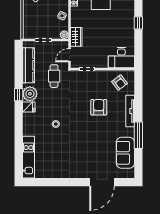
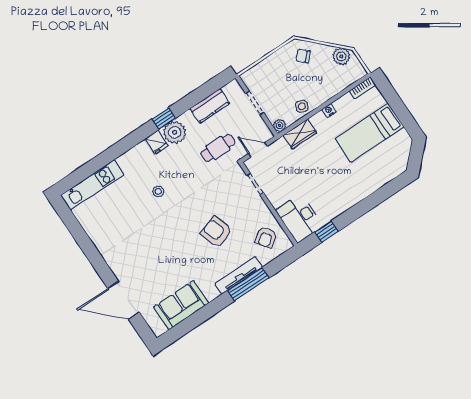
window: (138, 23) -> (327, 232), moved
wardrobe: (76, 37) -> (300, 134), moved
kitchen counter: (28, 65) -> (210, 106), width x0.67
armchair: (99, 107) -> (216, 232), turned -108
window: (138, 135) -> (248, 284), moved

